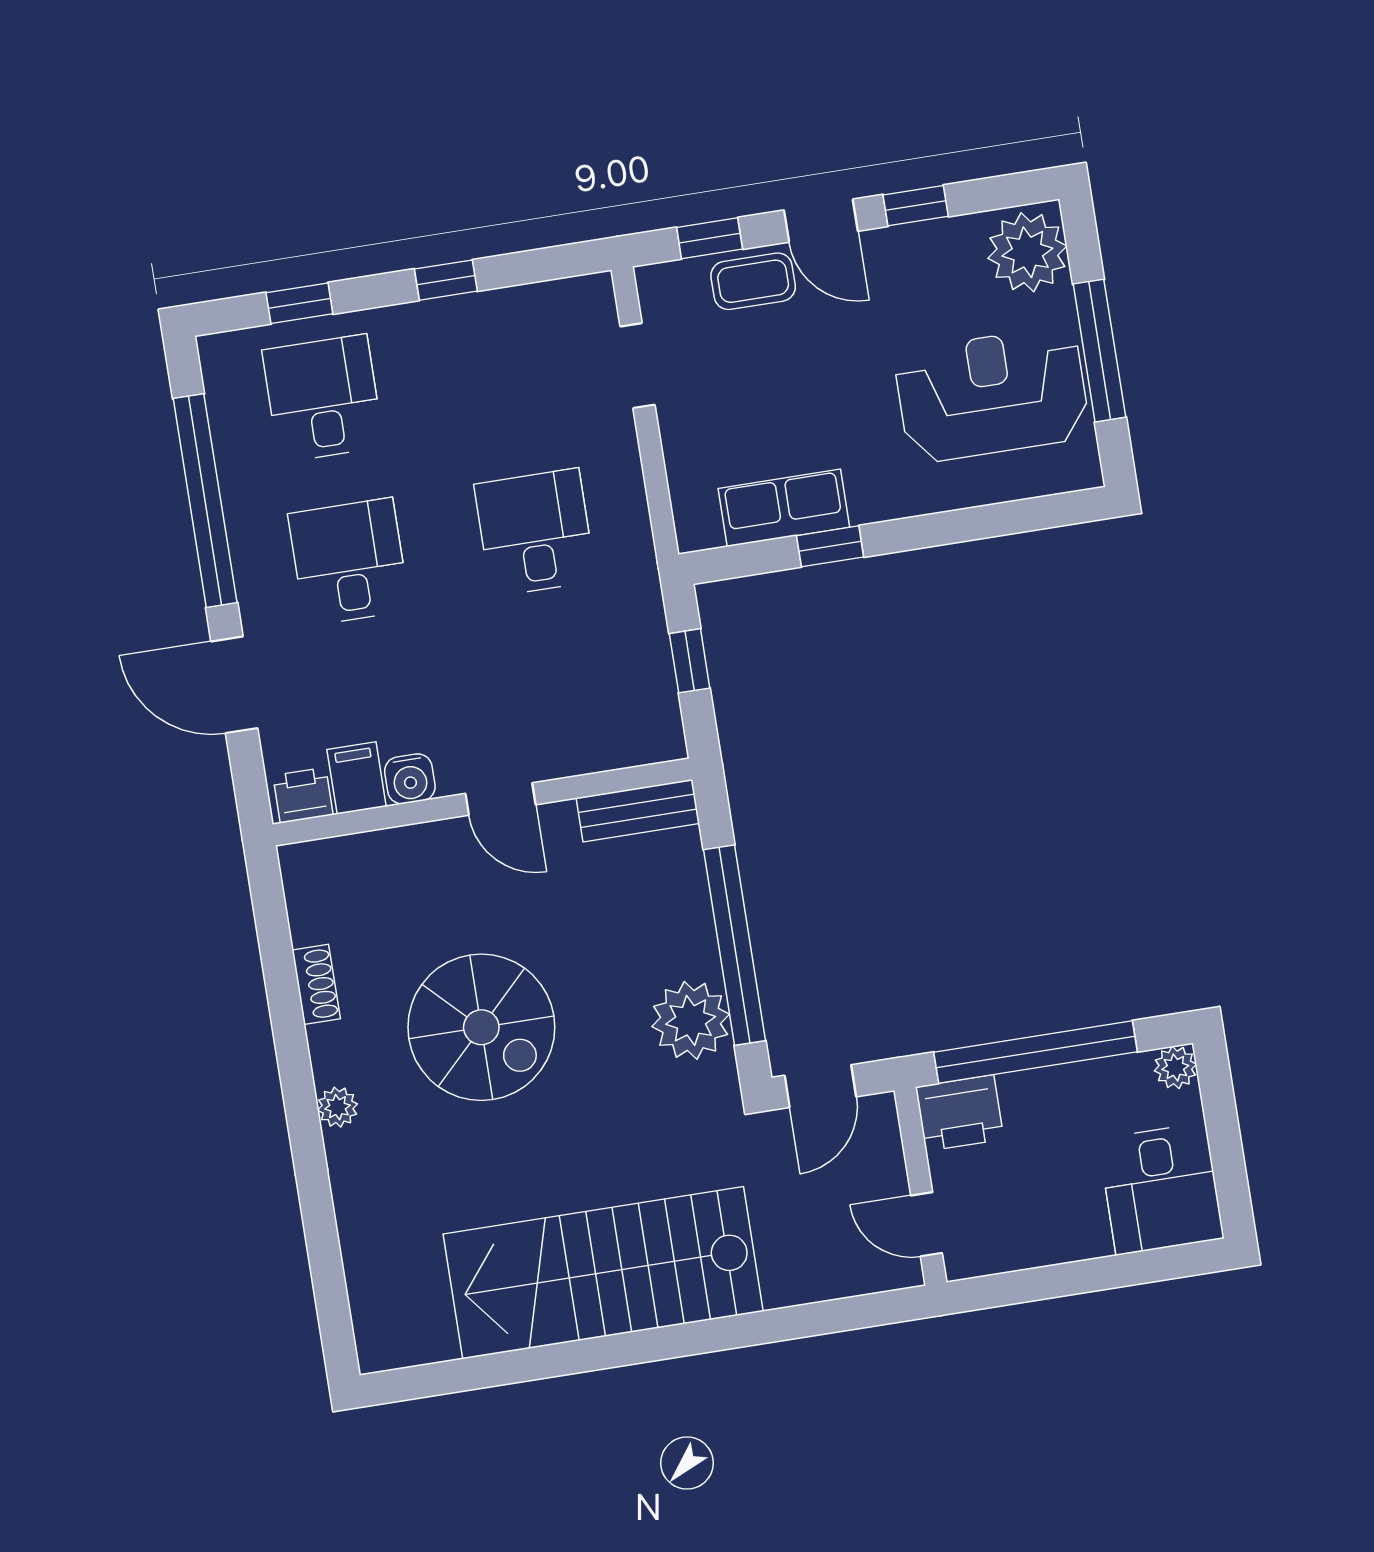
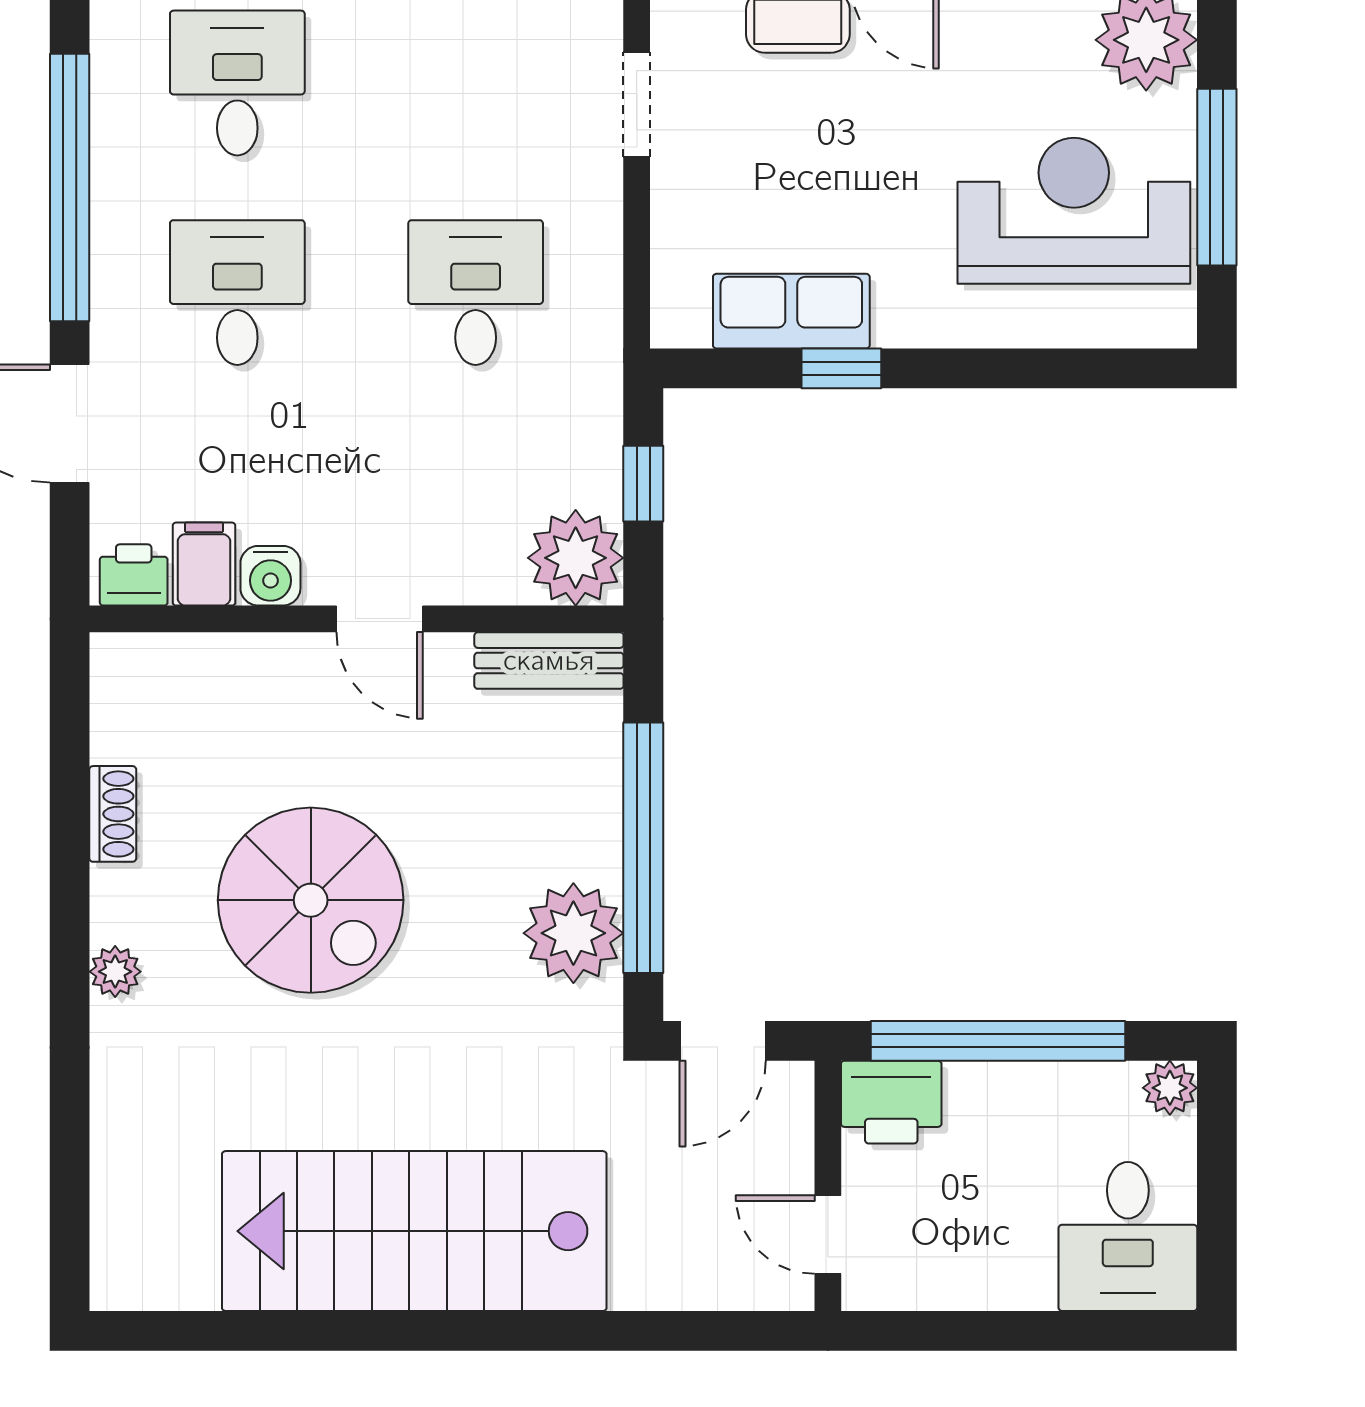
plant: (646, 727) -> (576, 558), added

